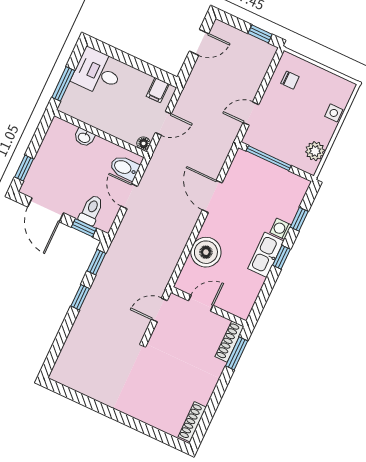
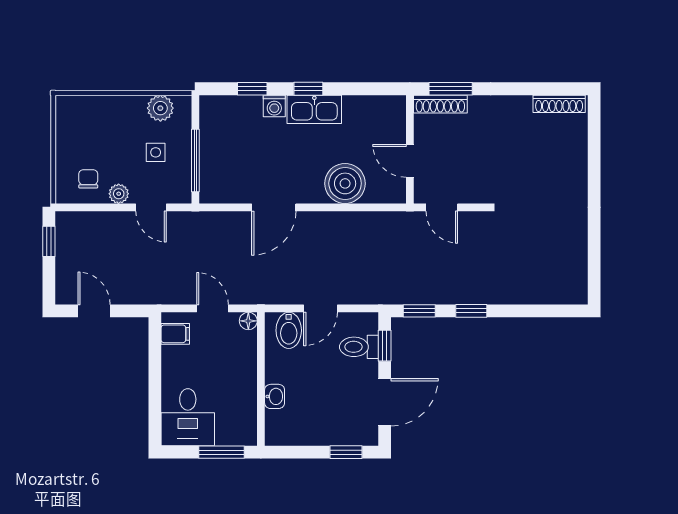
plant: (270, 96) -> (119, 194), added
side table: (334, 113) -> (156, 152), moved

